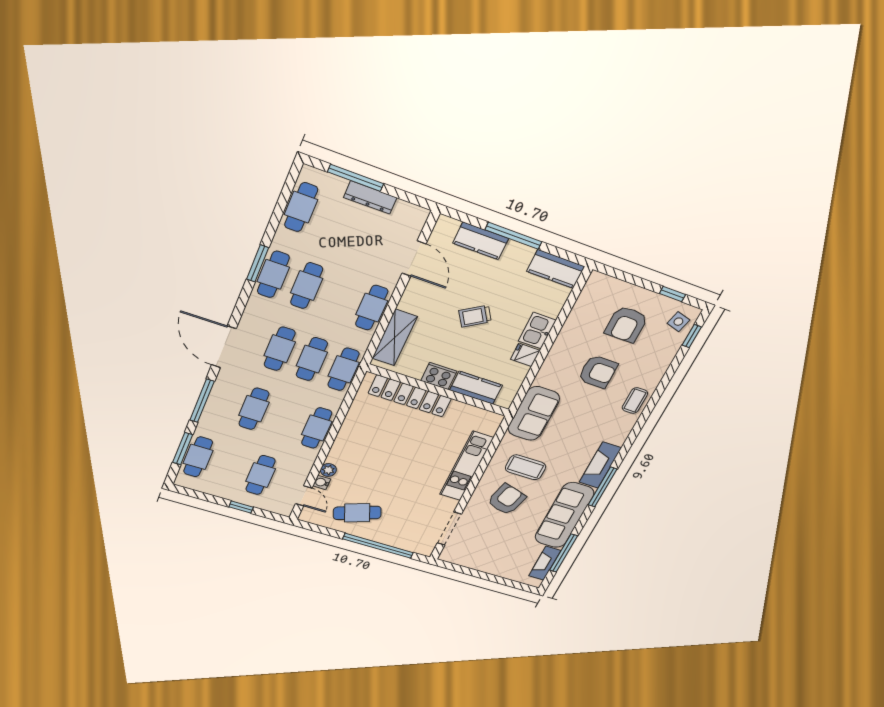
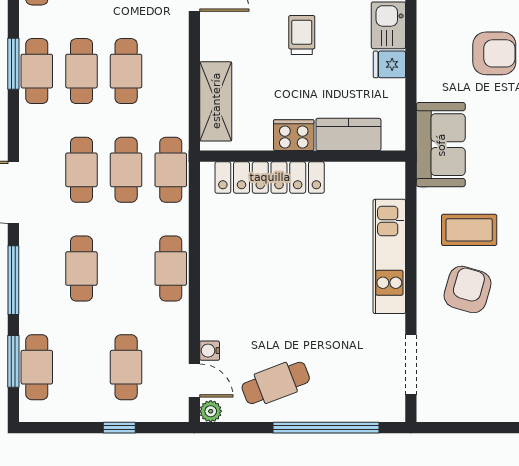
cafe table: (372, 308) -> (126, 71), moved
trolley: (475, 316) -> (302, 35), turned 123
plant: (328, 470) -> (211, 411), moved

